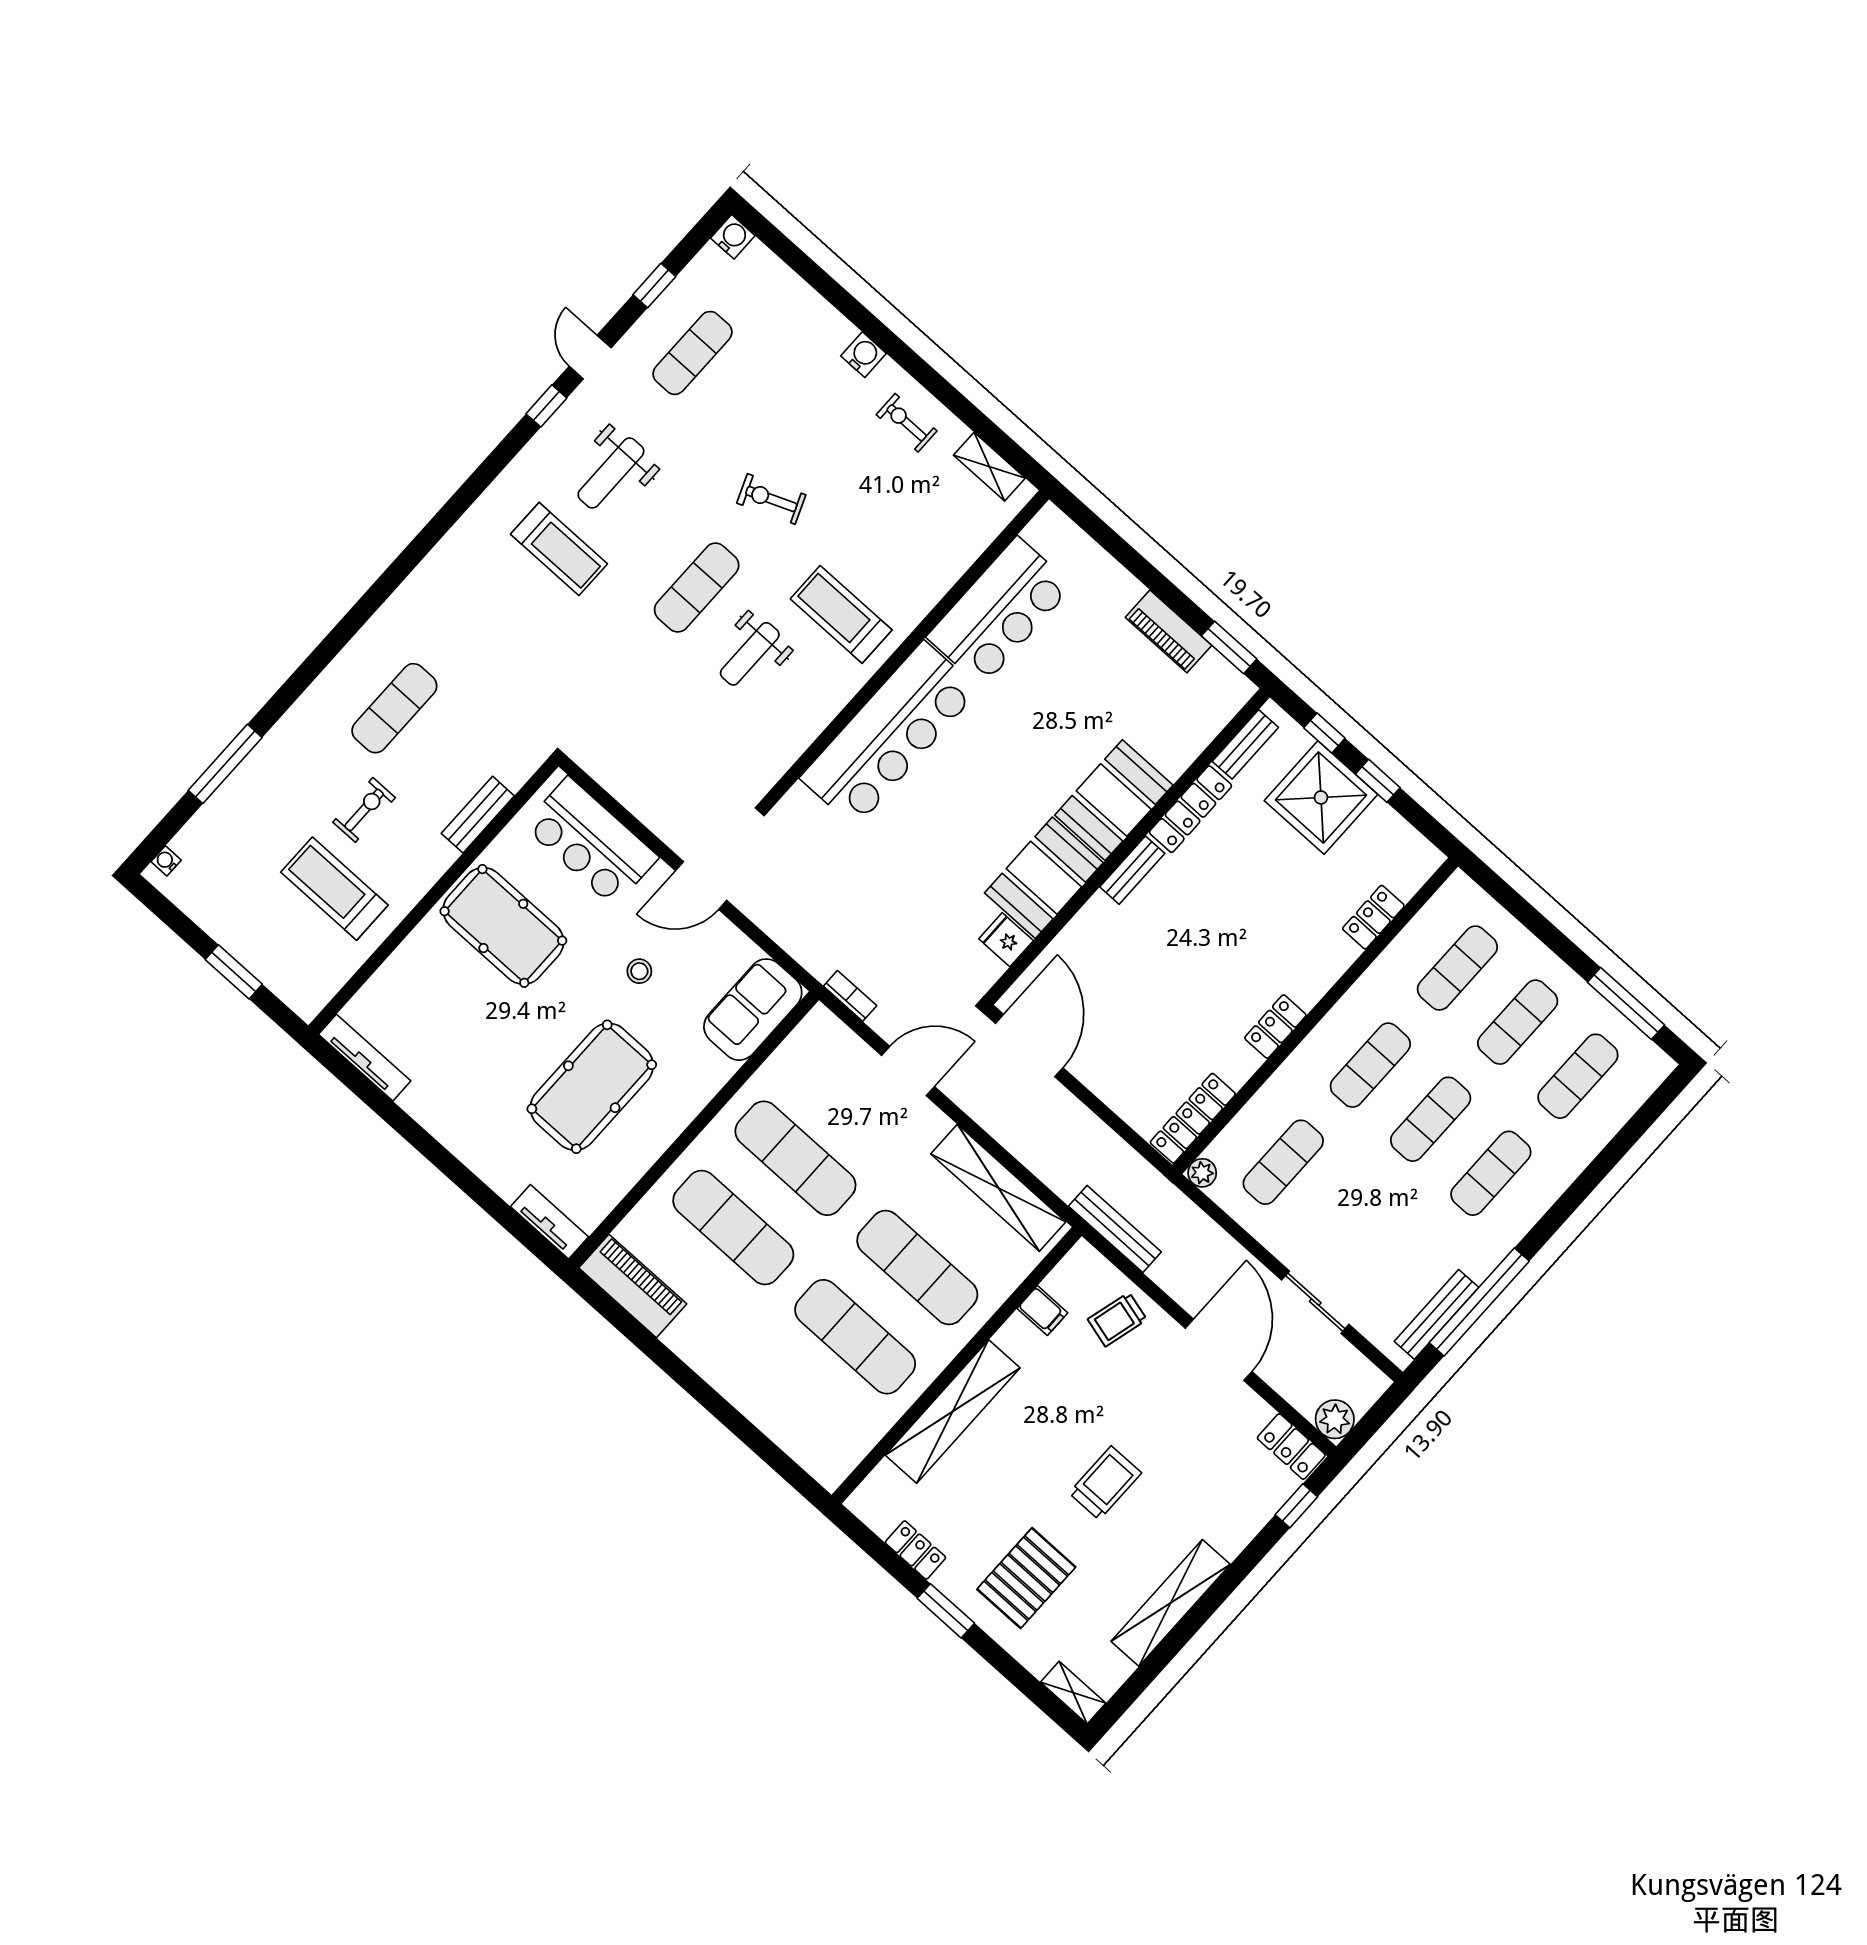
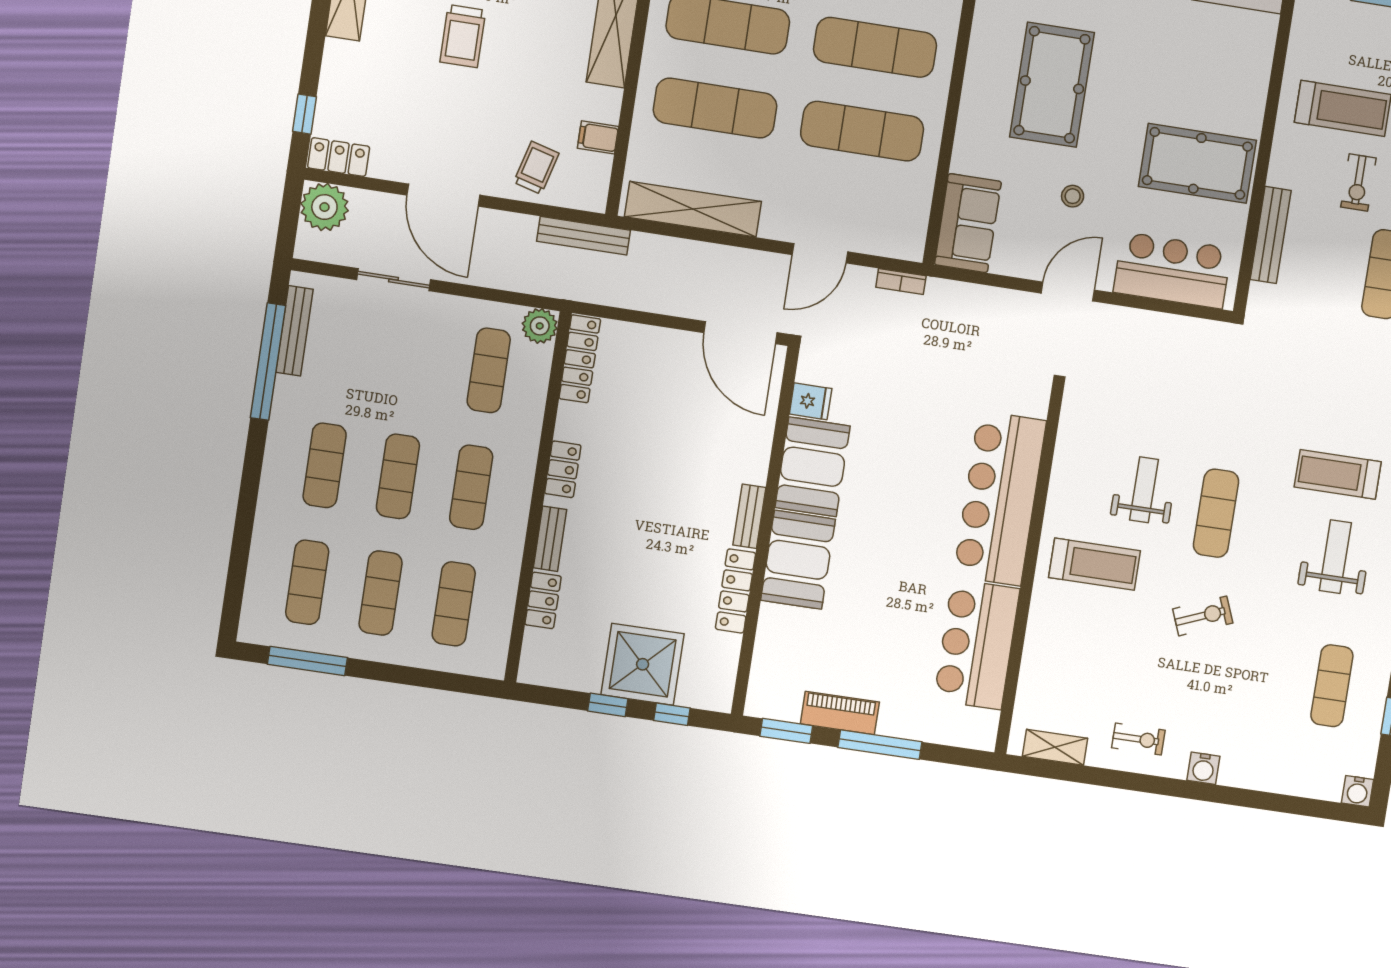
window: (1151, 577) -> (880, 745), added
bench: (1245, 744) -> (550, 539), moved
bench: (478, 815) -> (1271, 235), width x1.36
plant: (1202, 1173) -> (540, 326), width x1.38, depth x1.38
plant: (1335, 1419) -> (324, 207), width x1.36, depth x1.36

